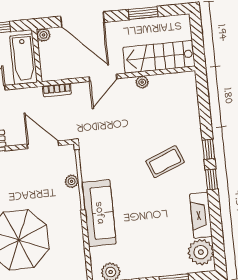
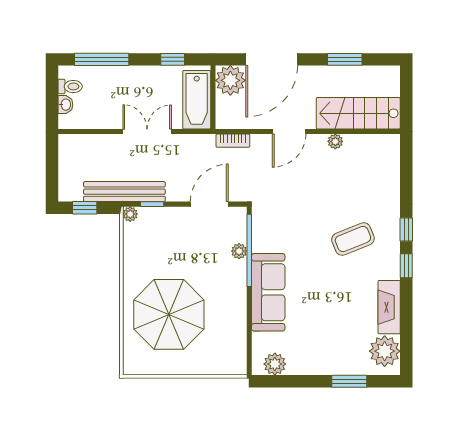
door: (82, 19) -> (272, 59), hinge flipped
plant: (43, 35) -> (230, 80), width x1.87, depth x1.87
door: (43, 145) -> (209, 204), hinge flipped

